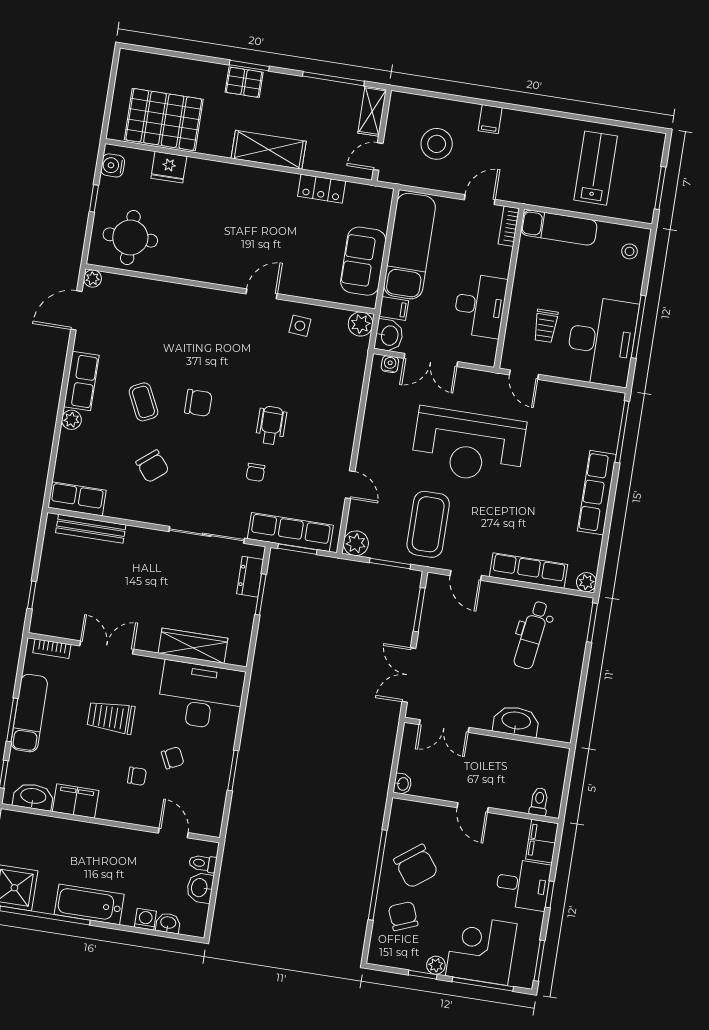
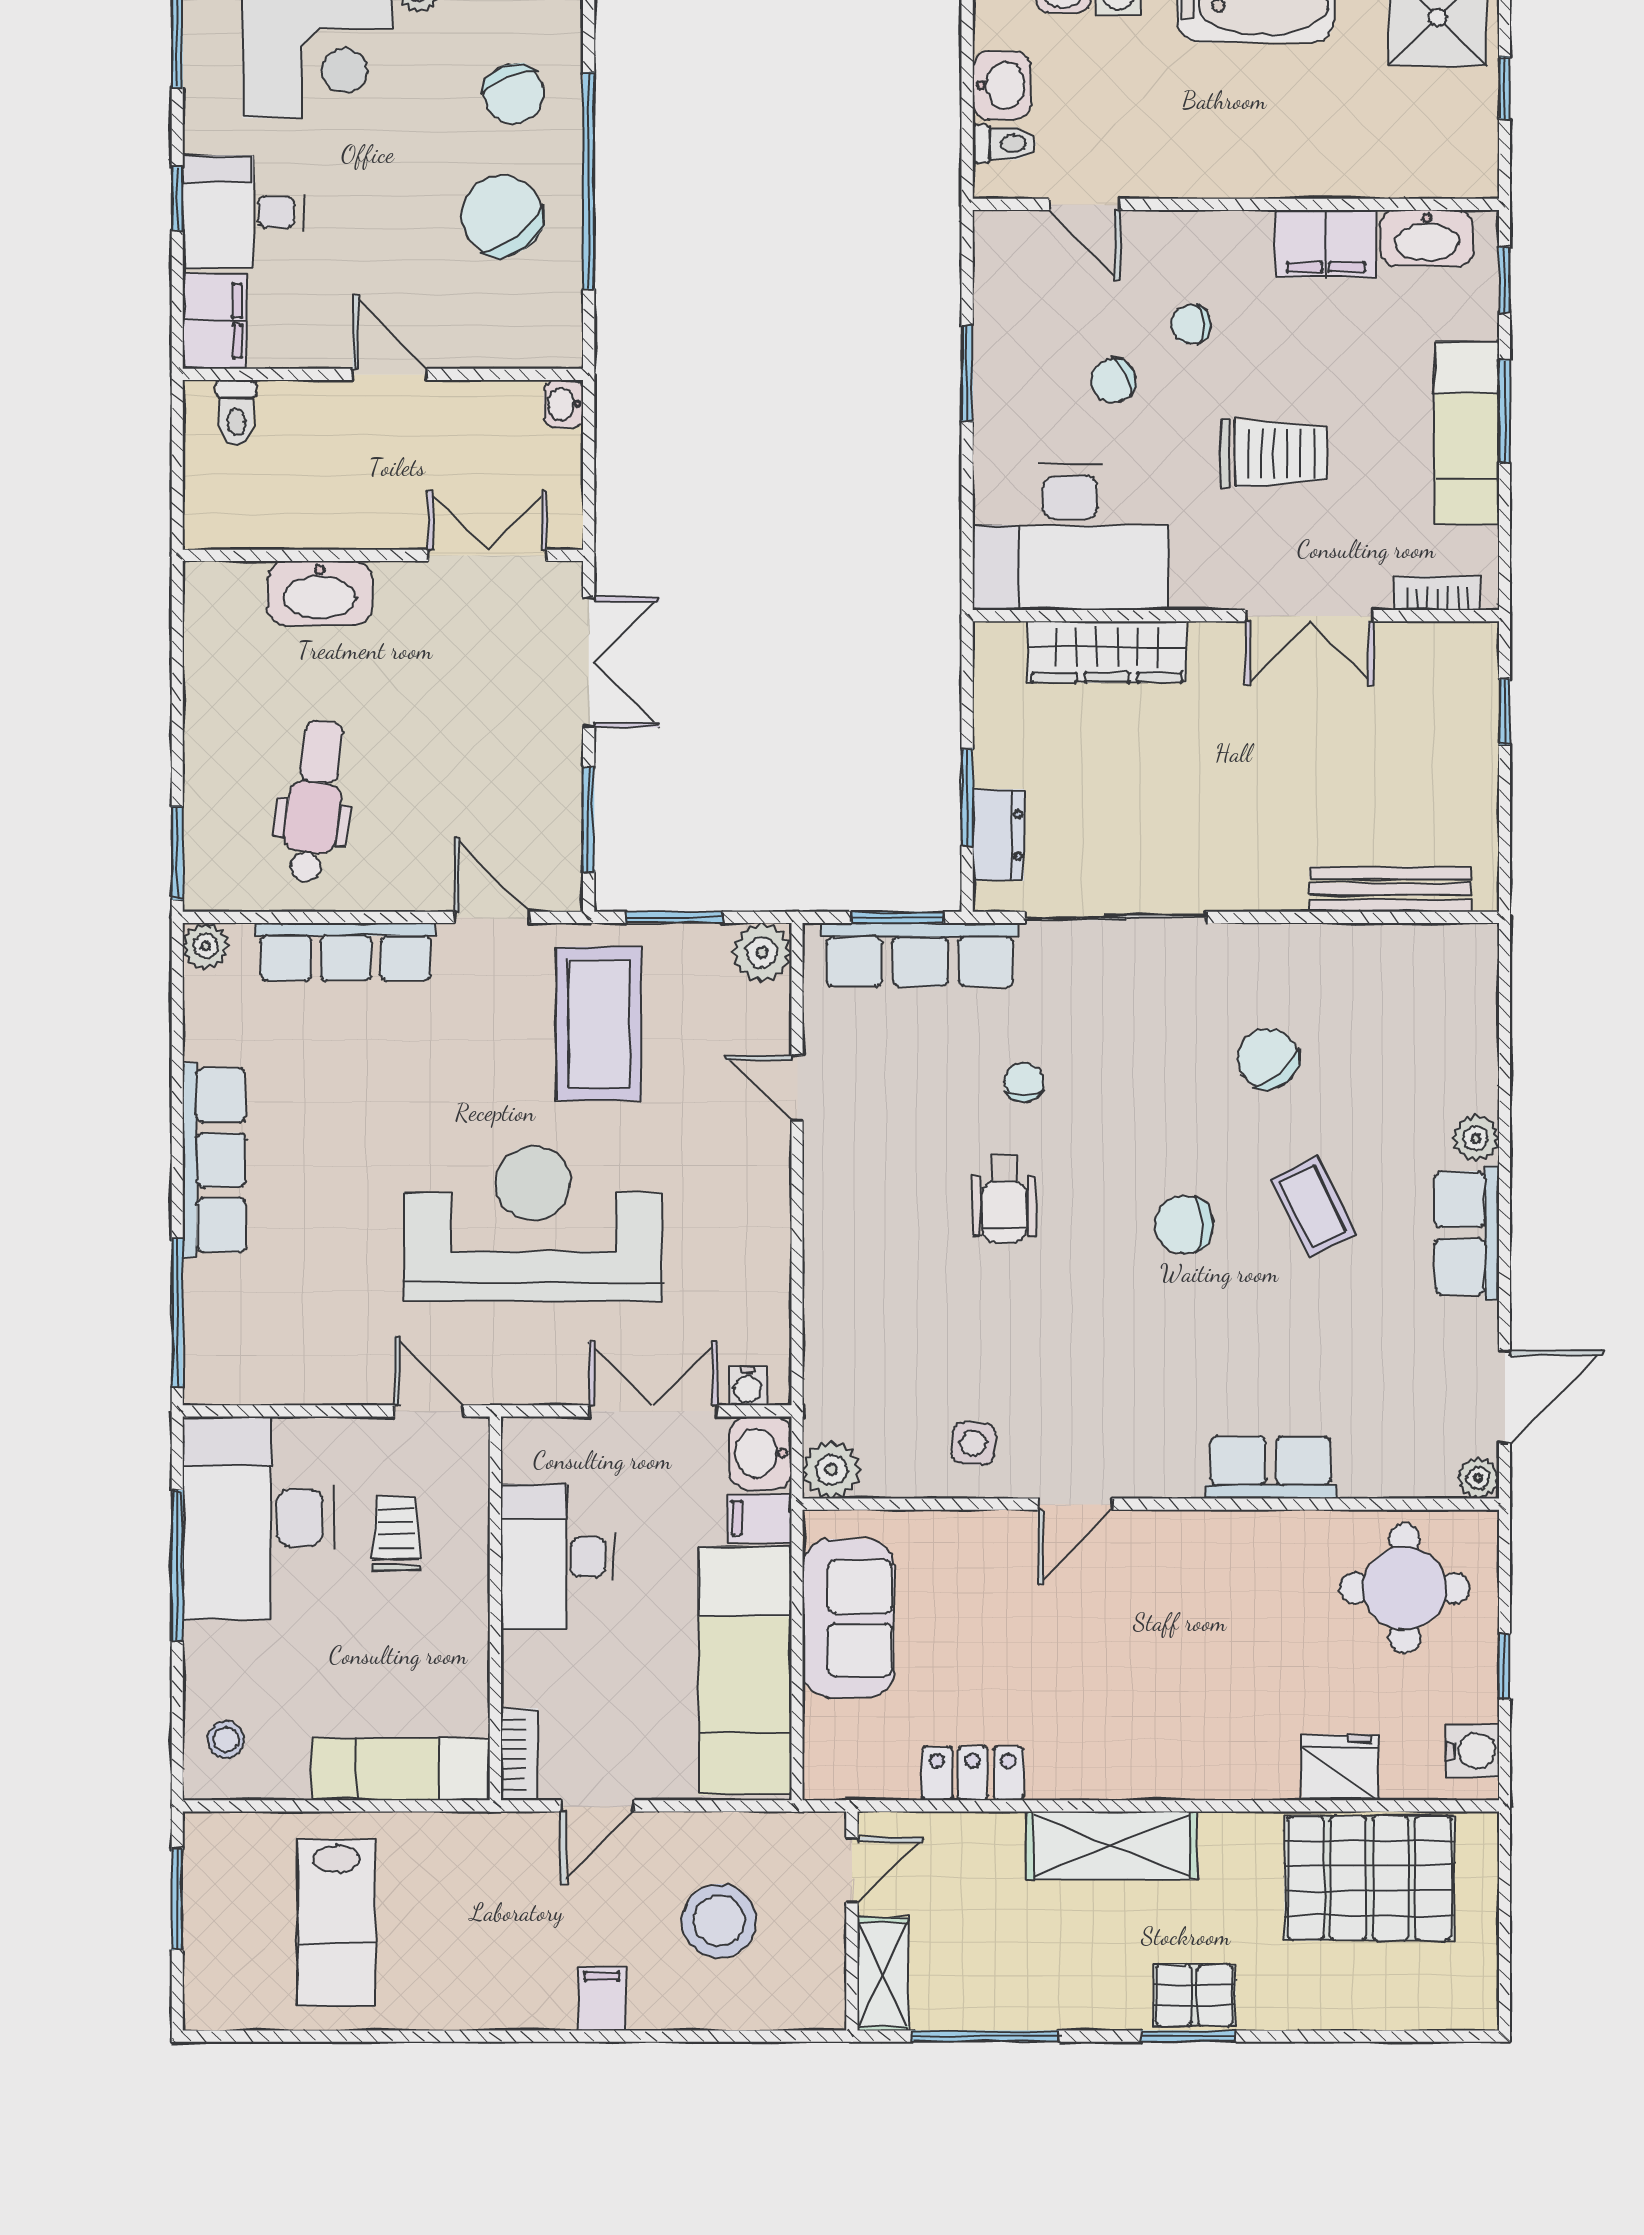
row of seats: (77, 499) -> (1271, 1468), moved, turned 180

